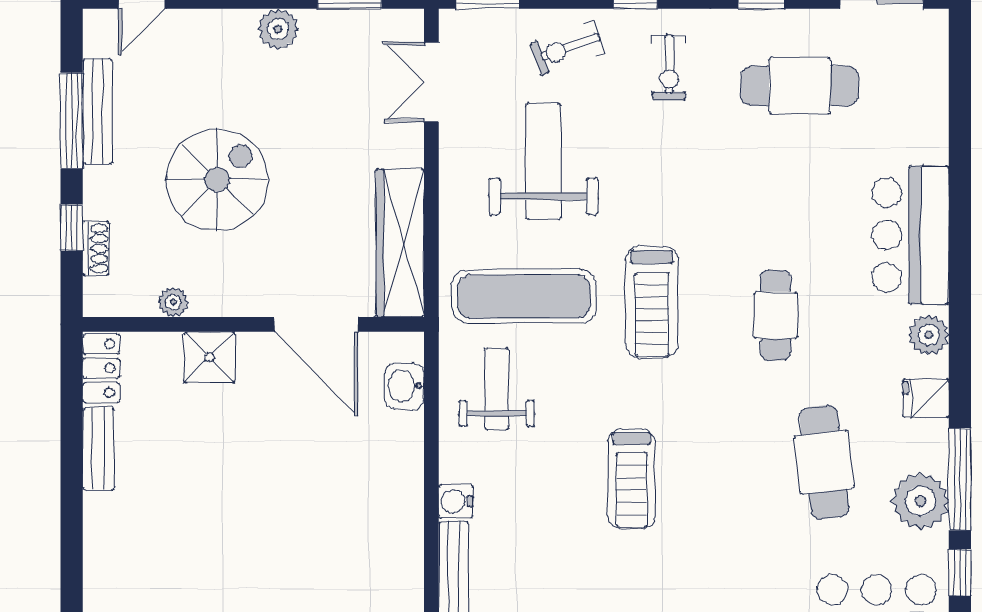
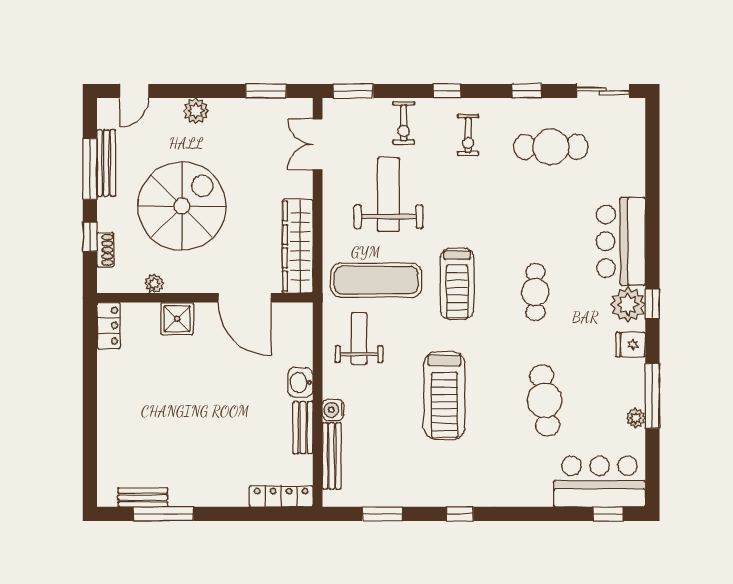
plant: (278, 29) -> (196, 111), moved
exercise bike: (567, 48) -> (404, 123), turned -70
spiral stairs: (217, 180) -> (182, 206), width x1.37, depth x1.37
plant: (929, 335) -> (628, 305), width x1.36, depth x1.36
washbasin: (404, 386) -> (300, 382), moved
bench: (98, 449) -> (303, 428), moved
cafe table: (824, 462) -> (545, 400), moved
treadmill: (632, 479) -> (444, 396), width x1.37, depth x1.38
plant: (920, 501) -> (636, 418), width x0.53, depth x0.53
window: (960, 573) -> (652, 304), moved

